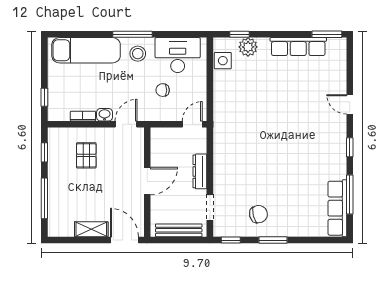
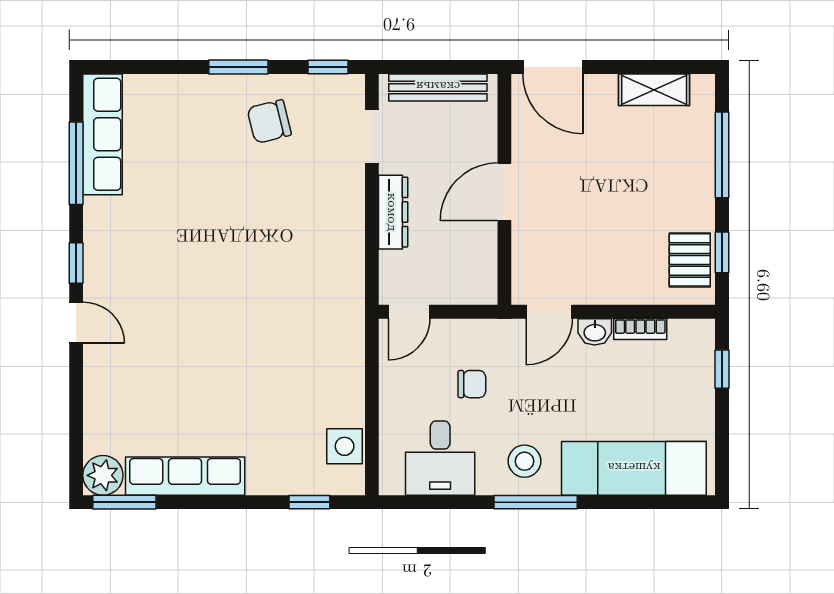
plant: (248, 47) -> (103, 475), moved
desk: (178, 55) -> (440, 458), width x0.73
door: (350, 104) -> (76, 323), moved
pallet: (86, 155) -> (690, 260), moved
shelving: (91, 229) -> (654, 90), moved

